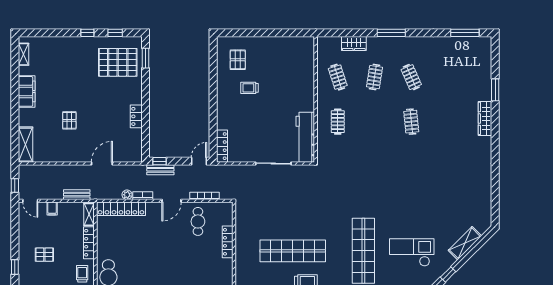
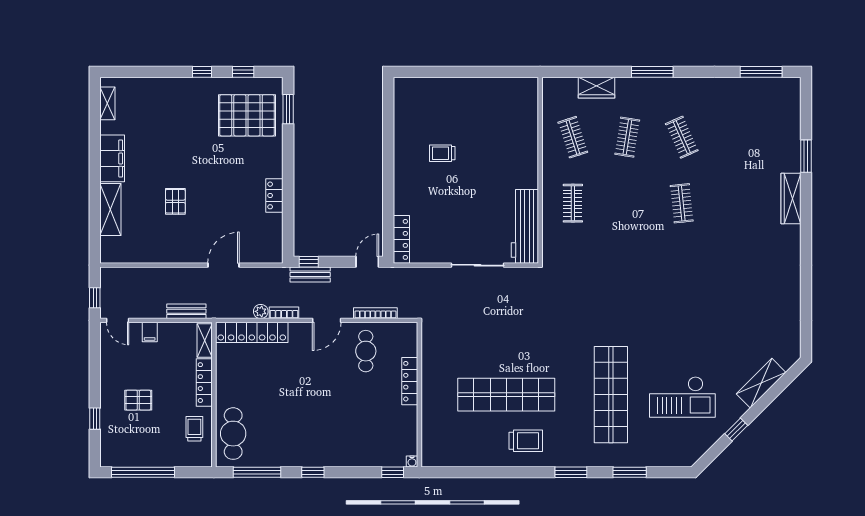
pallet: (238, 60) -> (425, 112), removed
shelving: (26, 145) -> (110, 210), moved
checkout: (412, 252) -> (682, 397), turned 180

